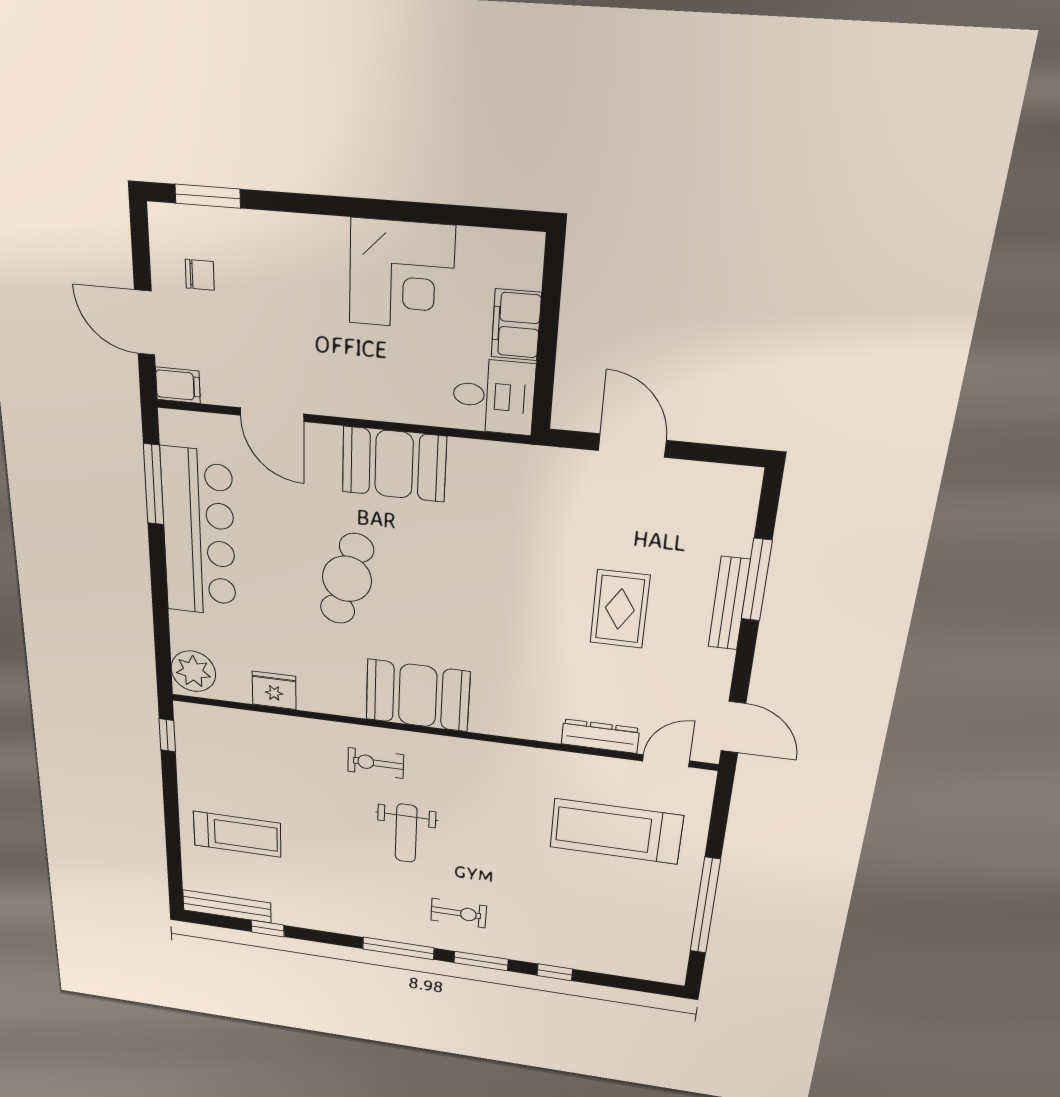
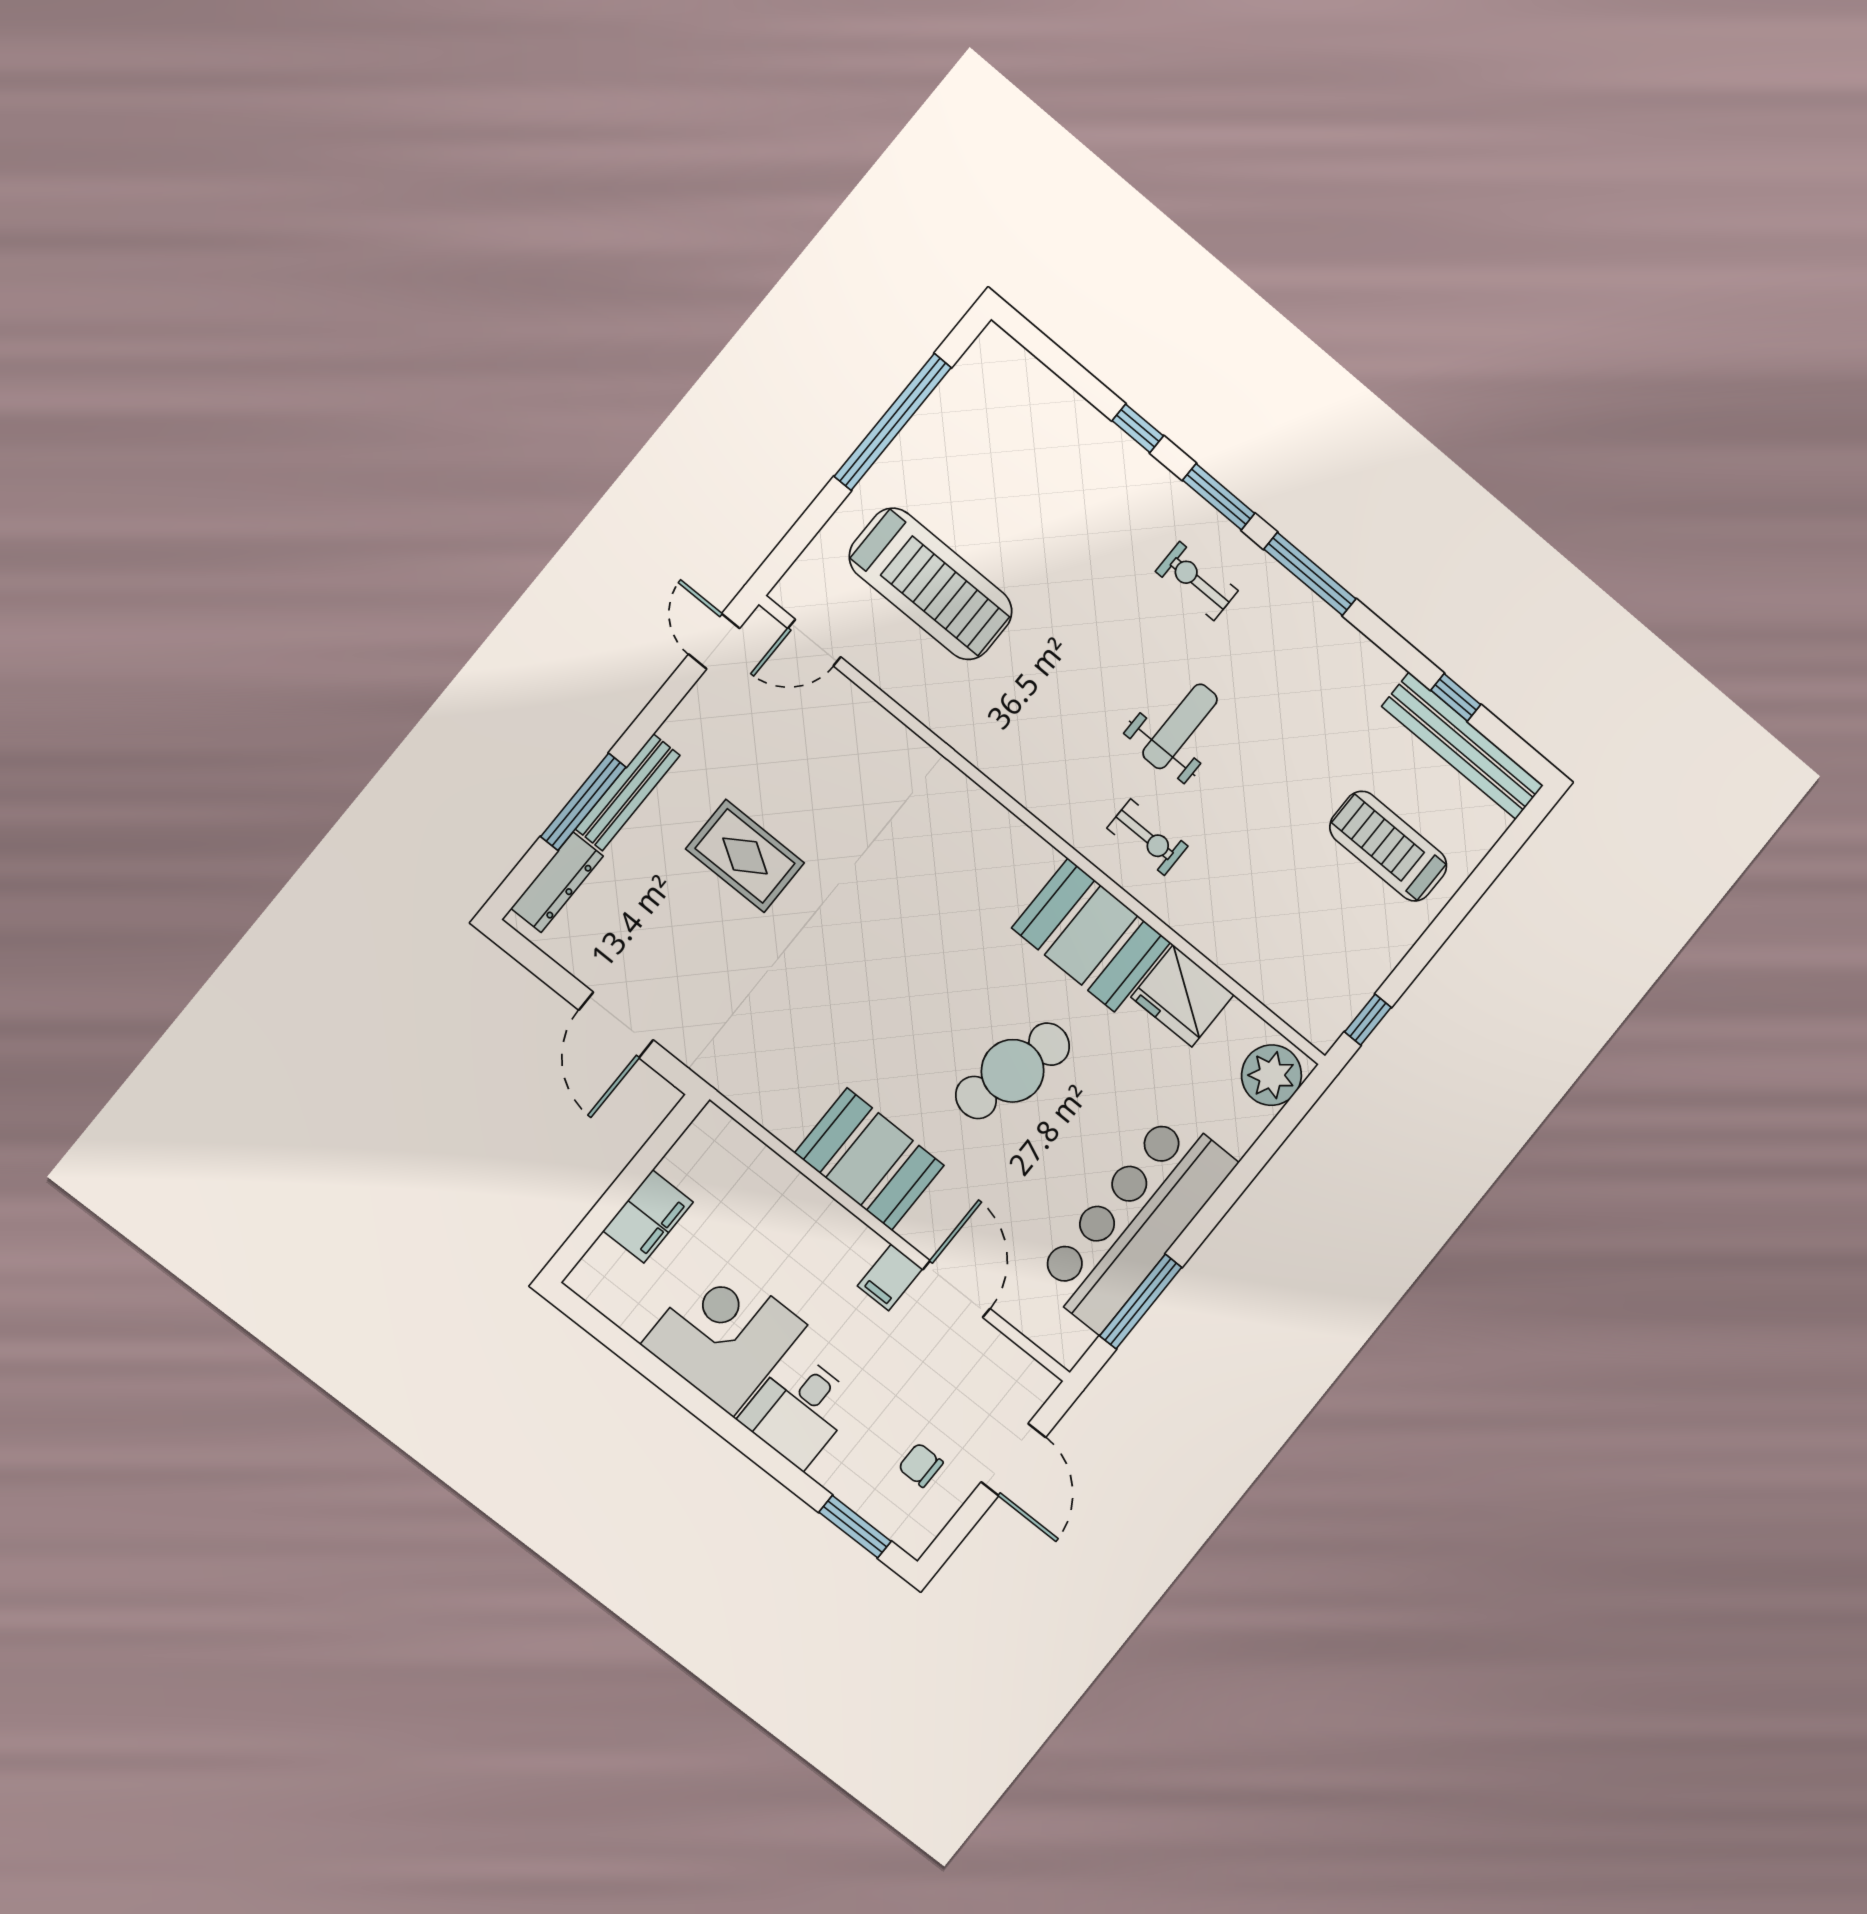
filing cabinet: (178, 385) -> (890, 1277), moved, turned -90
desk: (494, 396) -> (799, 1410), moved, turned -90
rug: (620, 609) -> (745, 856), turned 90
fridge: (274, 690) -> (1183, 996), width x1.36, depth x1.34
booth: (418, 695) -> (1091, 935), moved
door: (733, 727) -> (714, 641), width x0.73
dresser: (600, 736) -> (557, 882), moved, turned -90
bench: (227, 906) -> (1463, 746), width x1.37, depth x1.21

